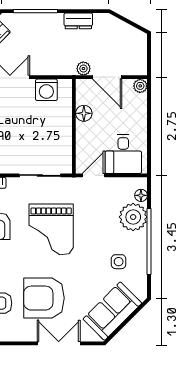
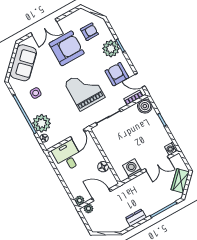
plant: (83, 69) -> (89, 209), moved

